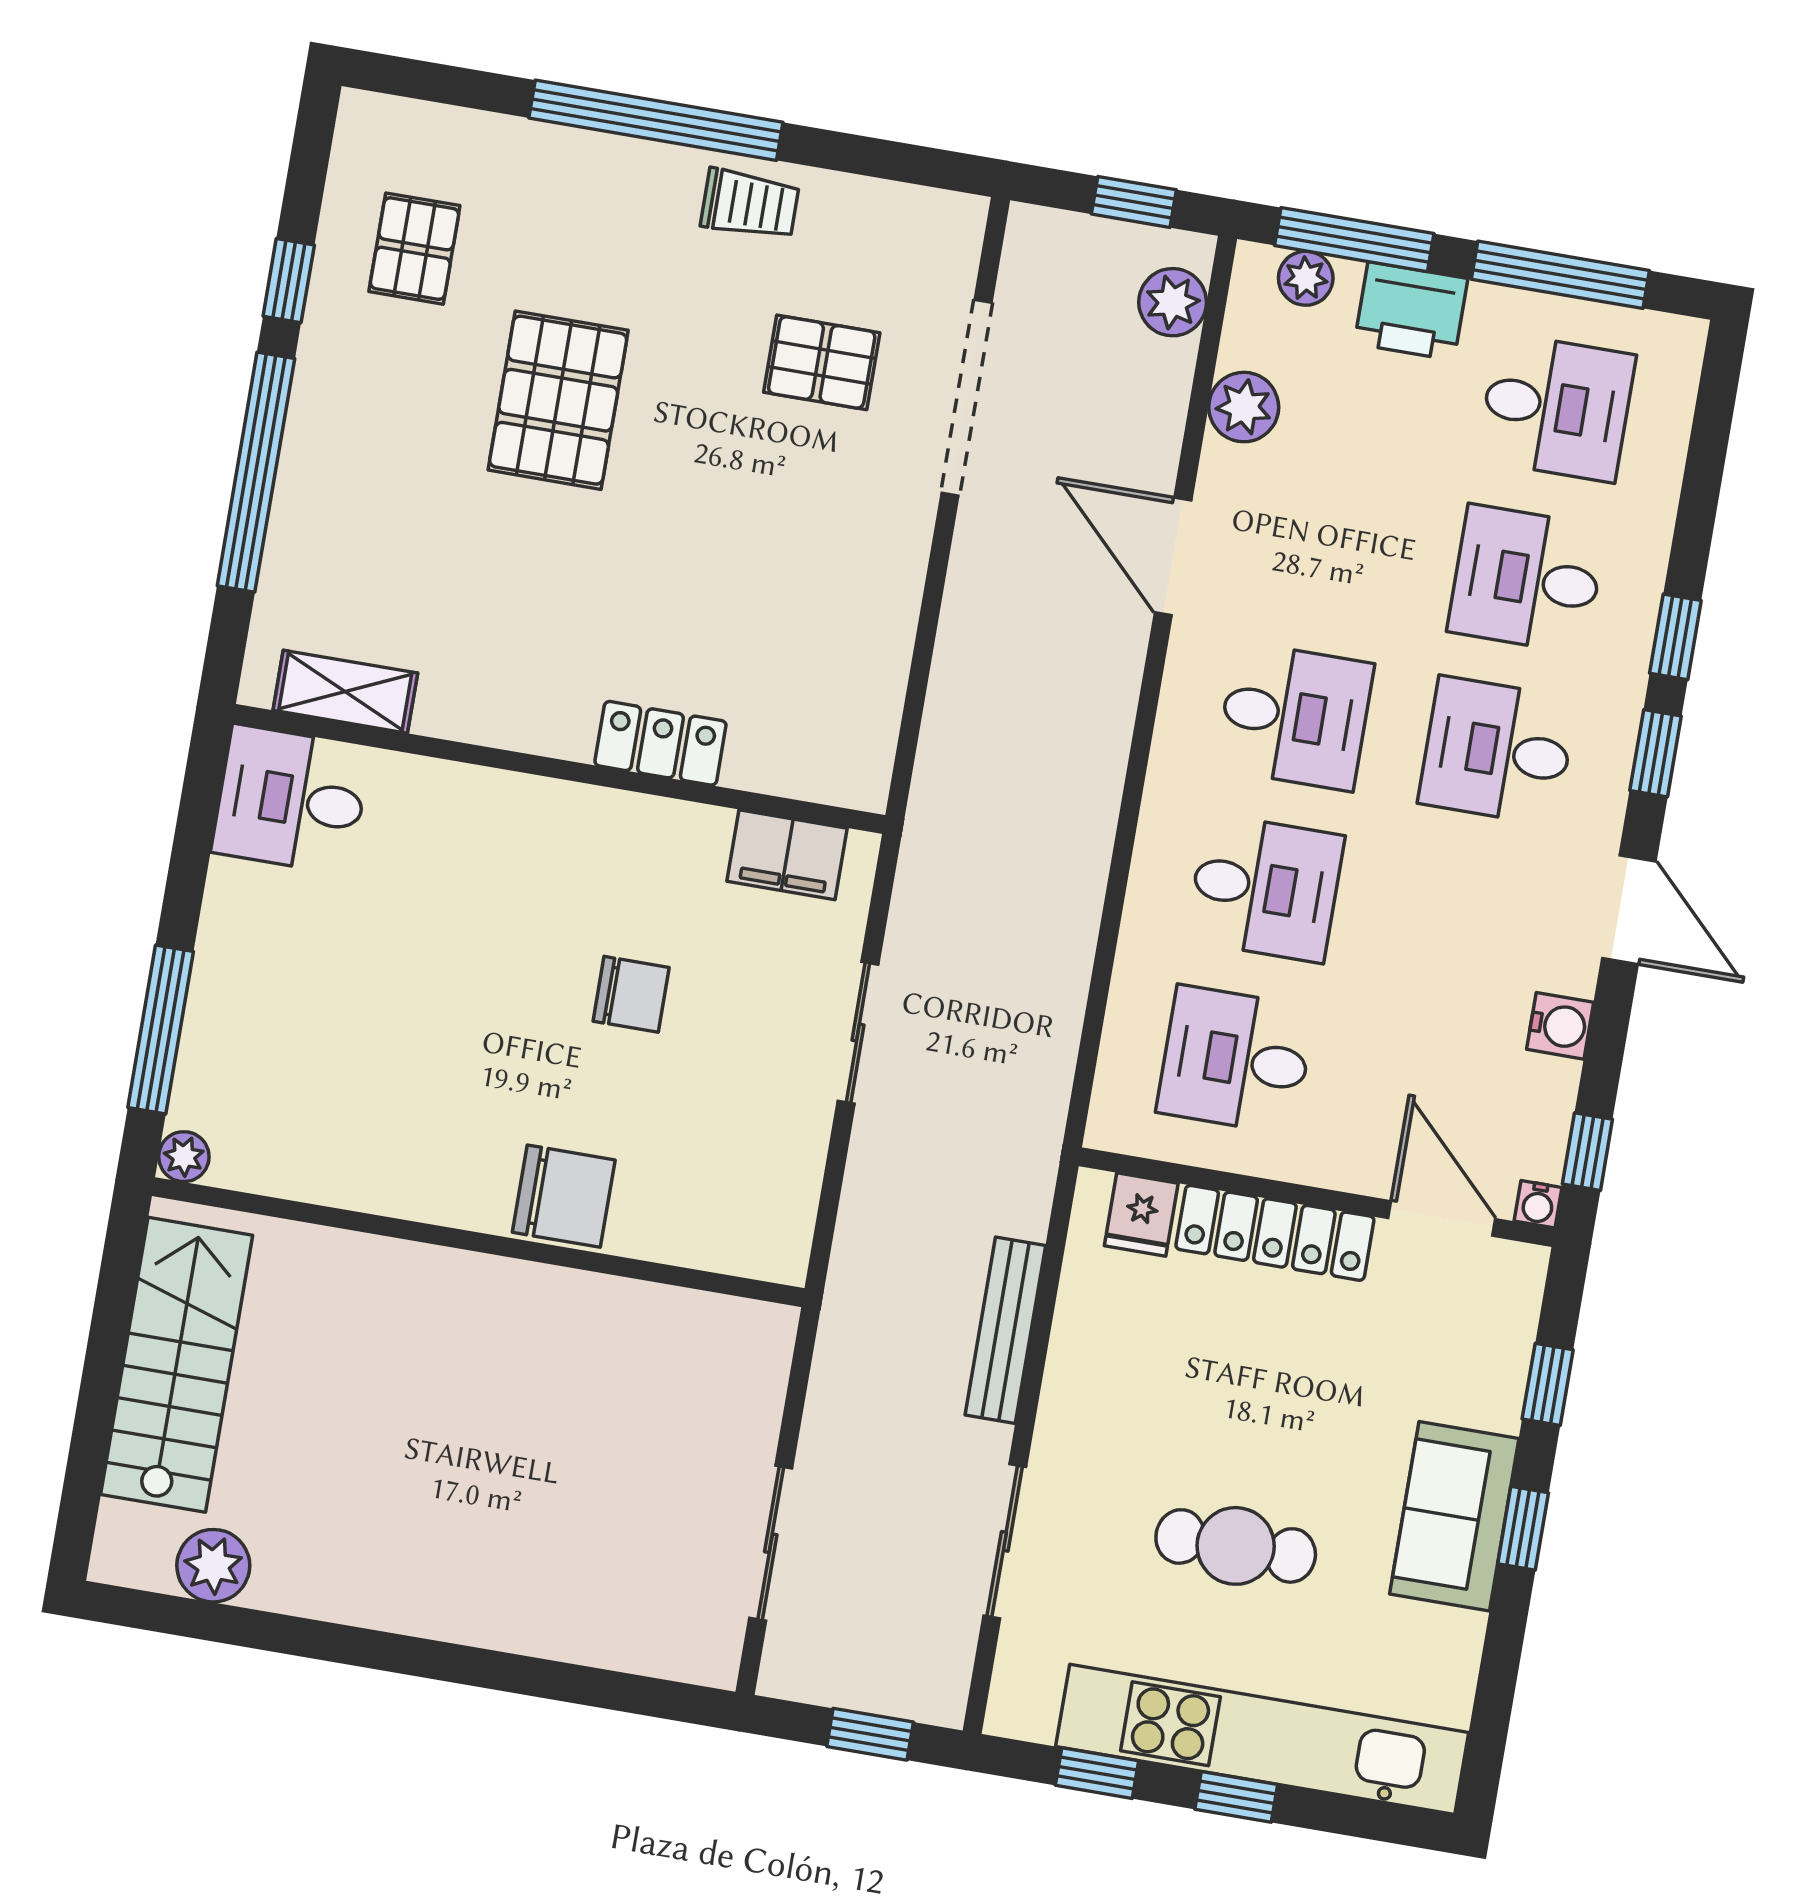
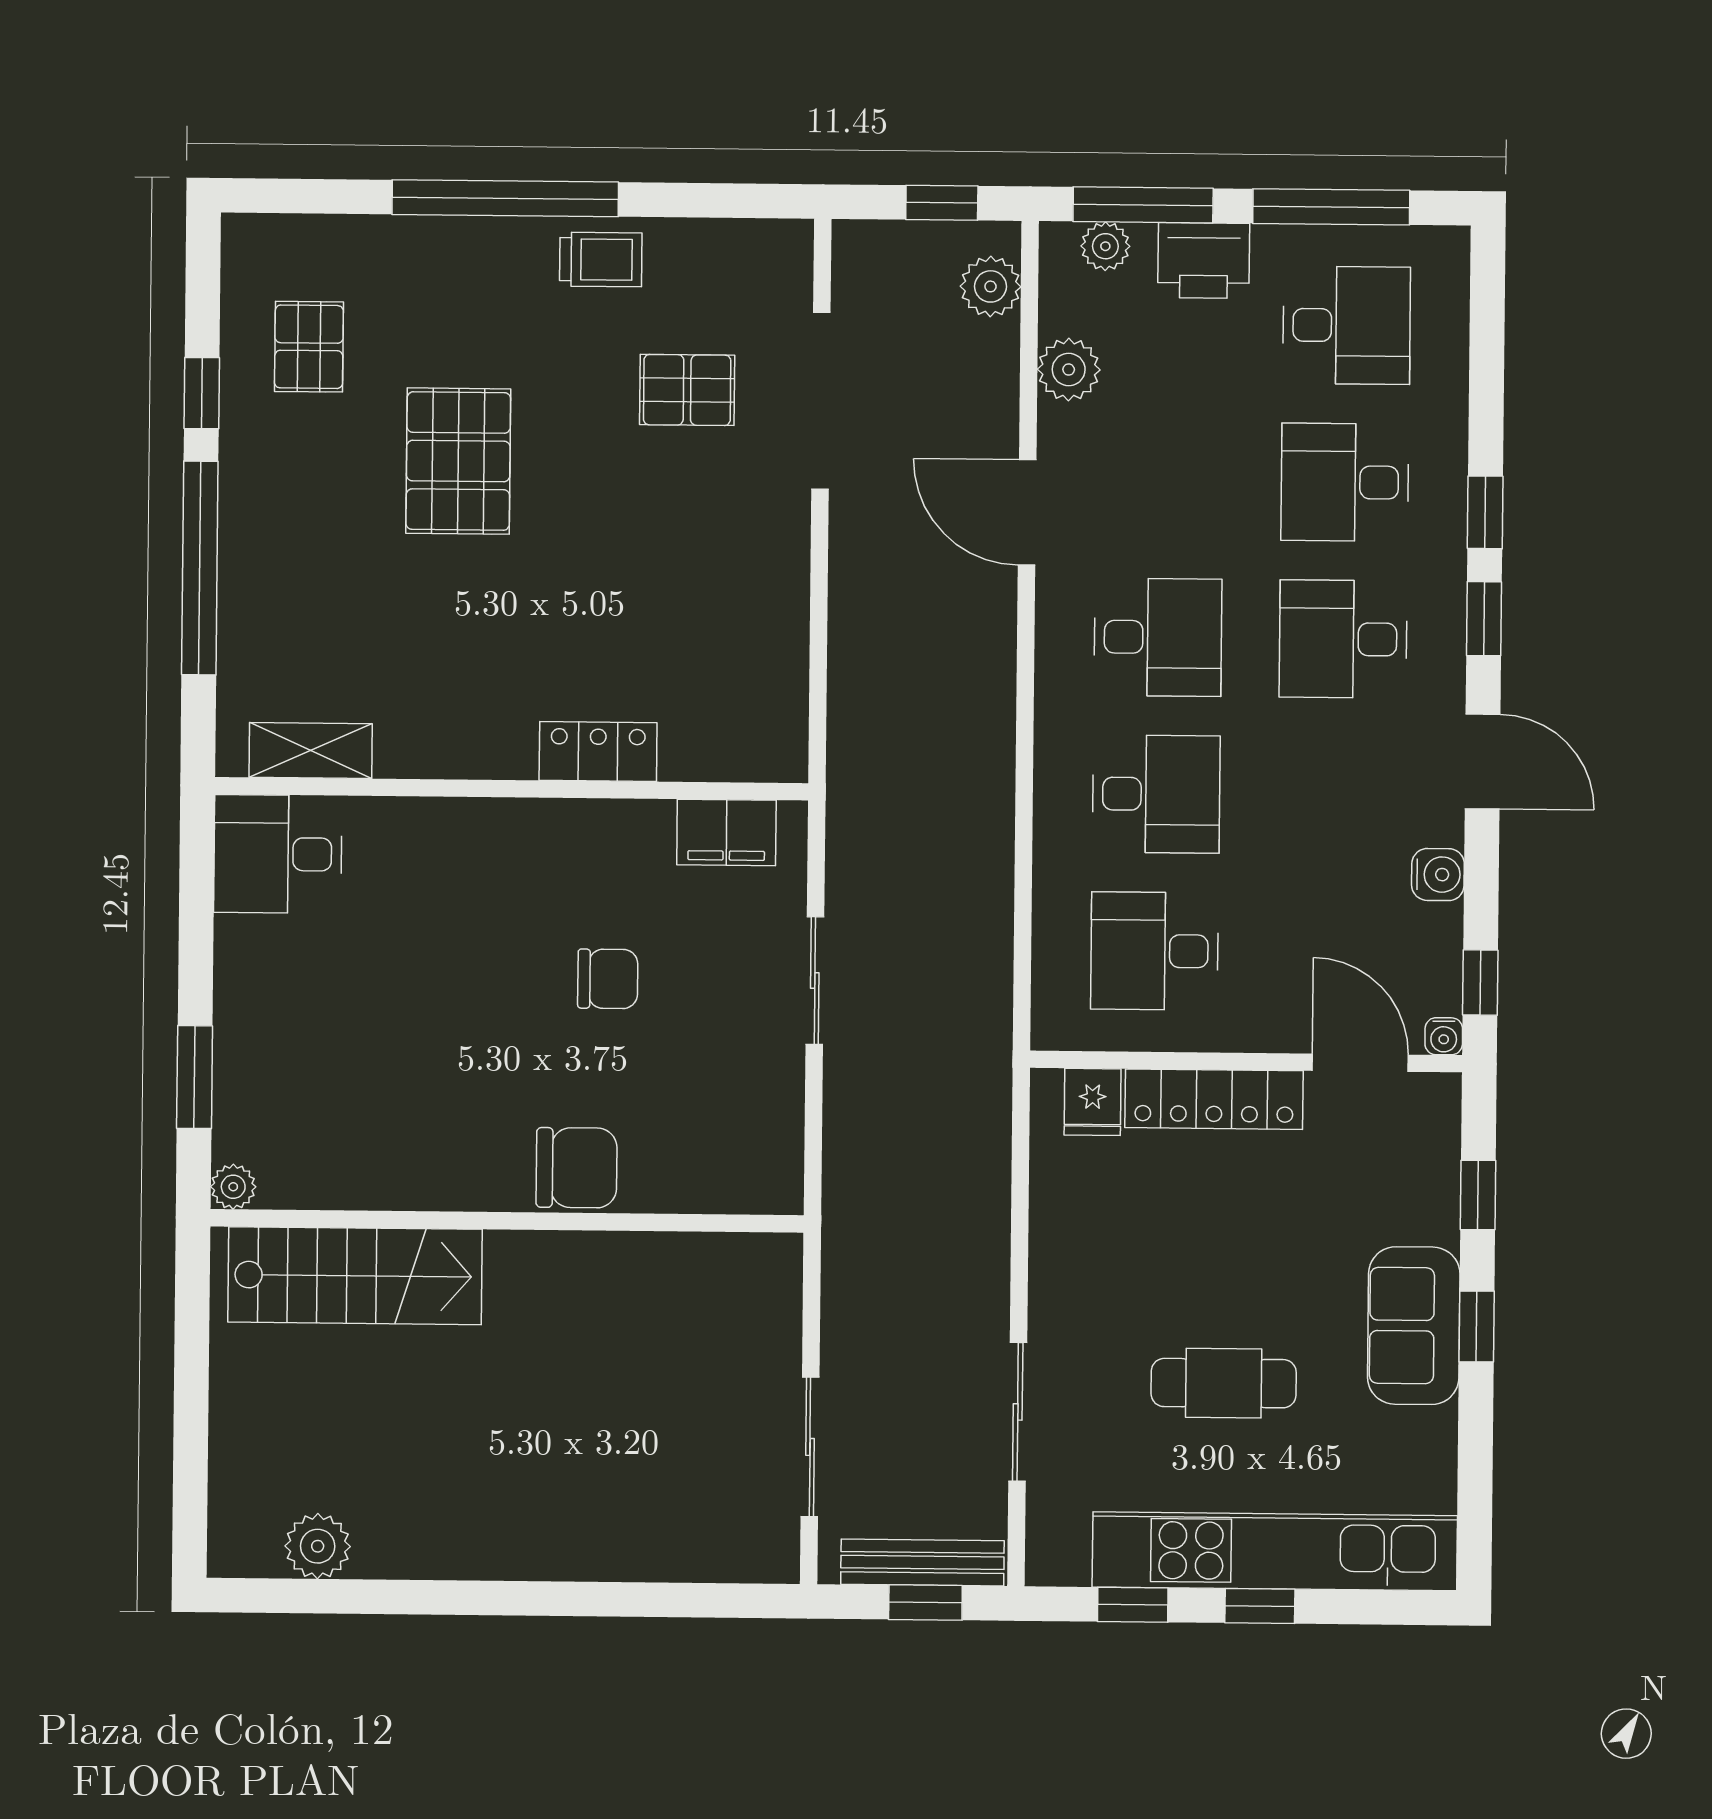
window: (161, 1029) -> (195, 1077), width x0.69
bench: (1005, 1330) -> (922, 1562), moved, turned 90
stairs: (177, 1365) -> (355, 1276), moved, turned 90

